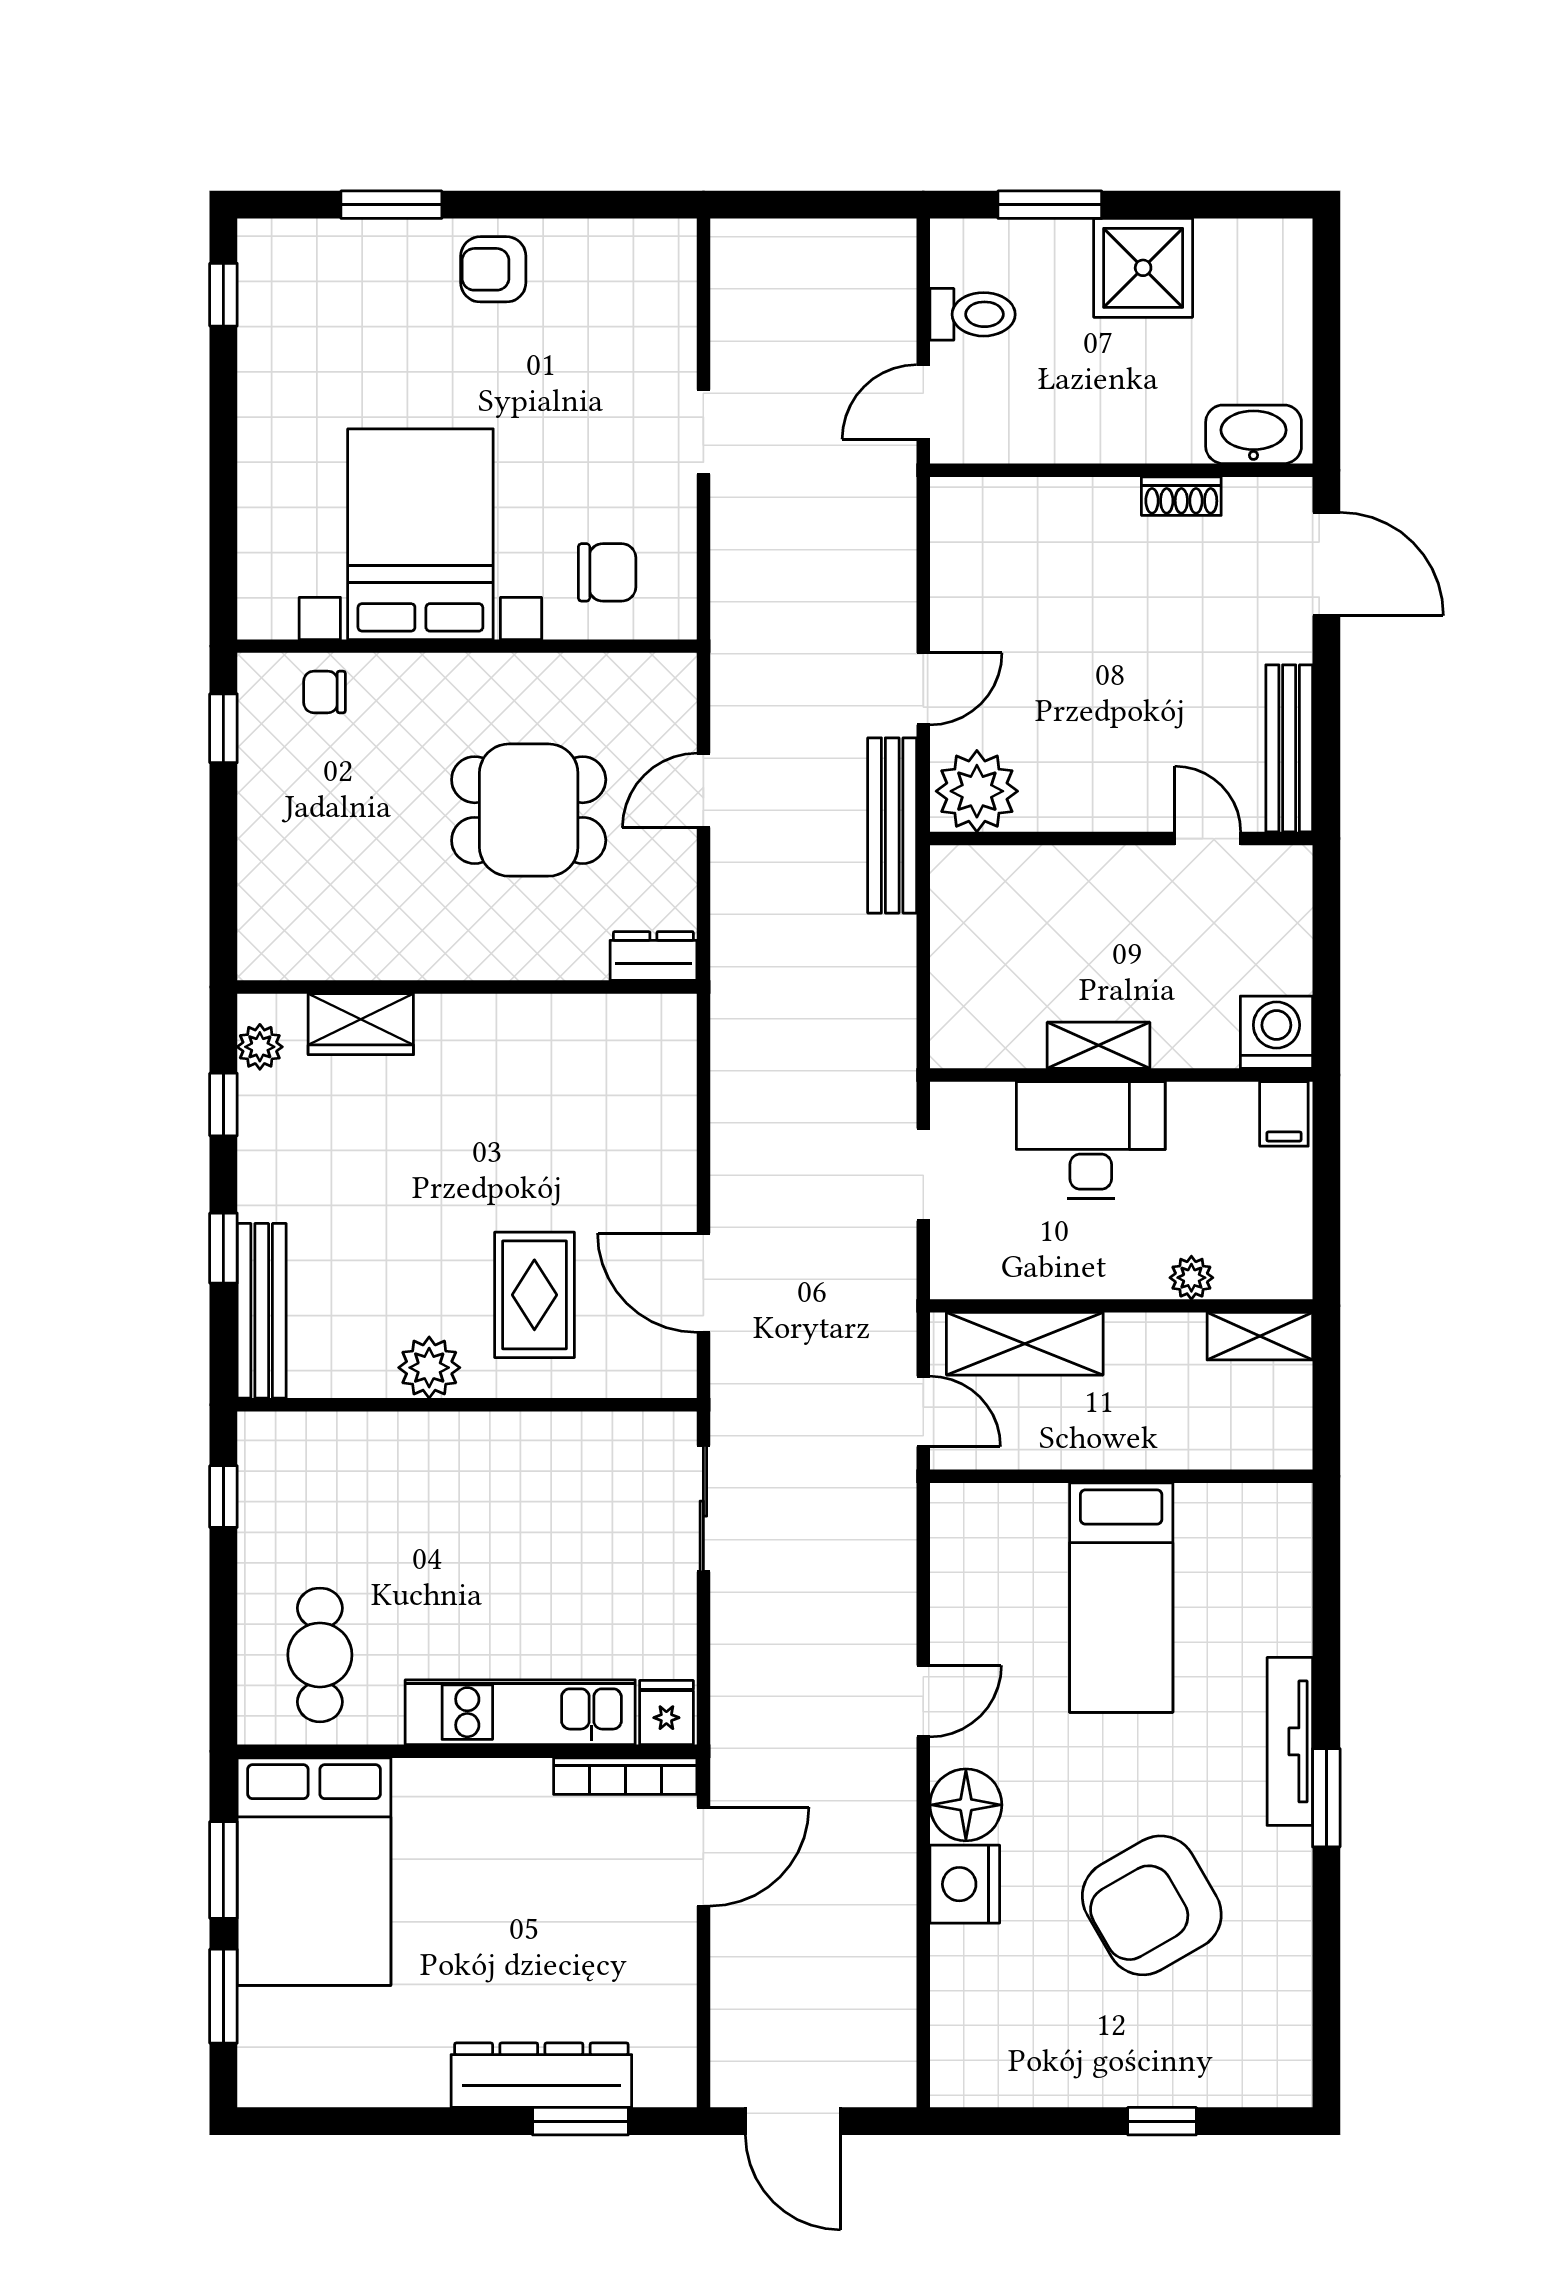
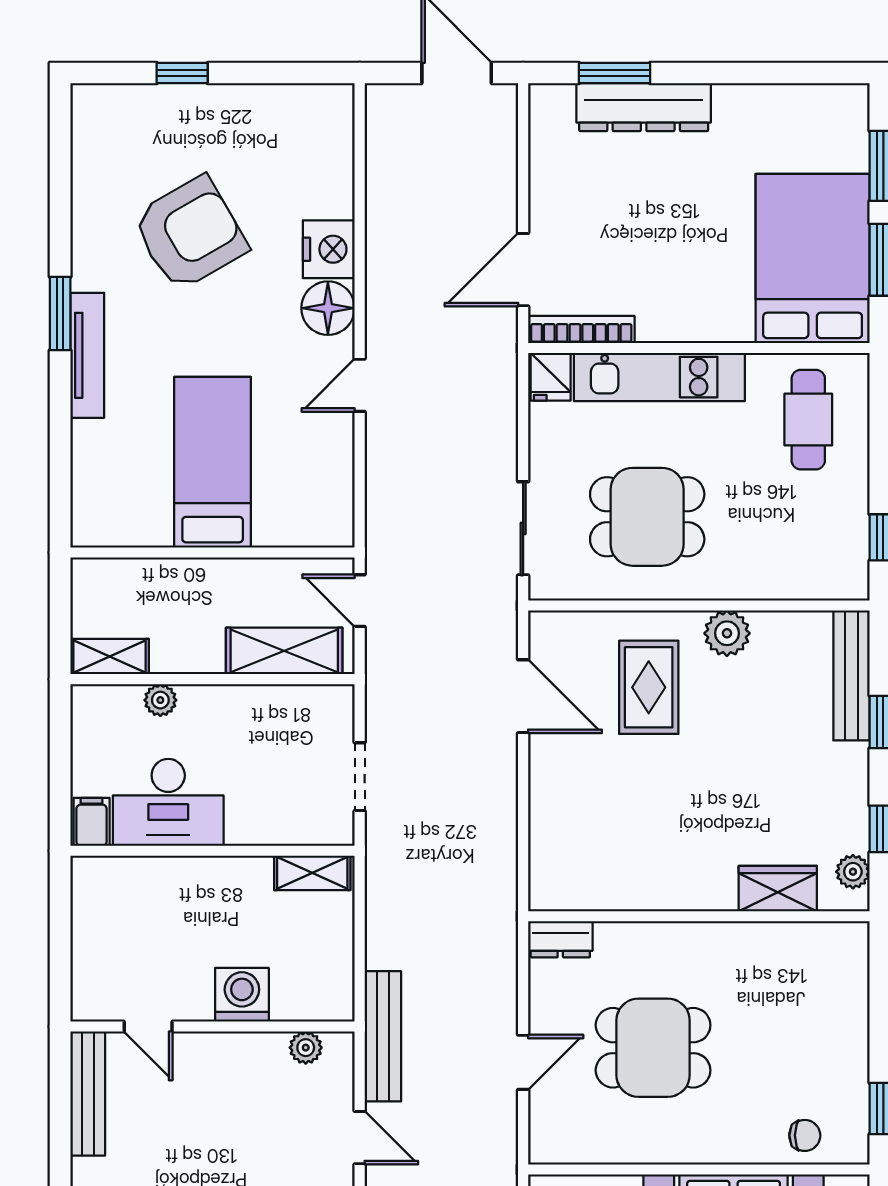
door: (923, 689) -> (360, 1138), swing flipped
plant: (977, 791) -> (306, 1048), width x0.53, depth x0.53
washing machine: (1276, 1032) -> (242, 995), moved, turned 180
shelving: (1099, 1045) -> (312, 873), moved
desk: (1091, 1140) -> (168, 802), moved
dining table: (537, 1524) -> (647, 517), added

